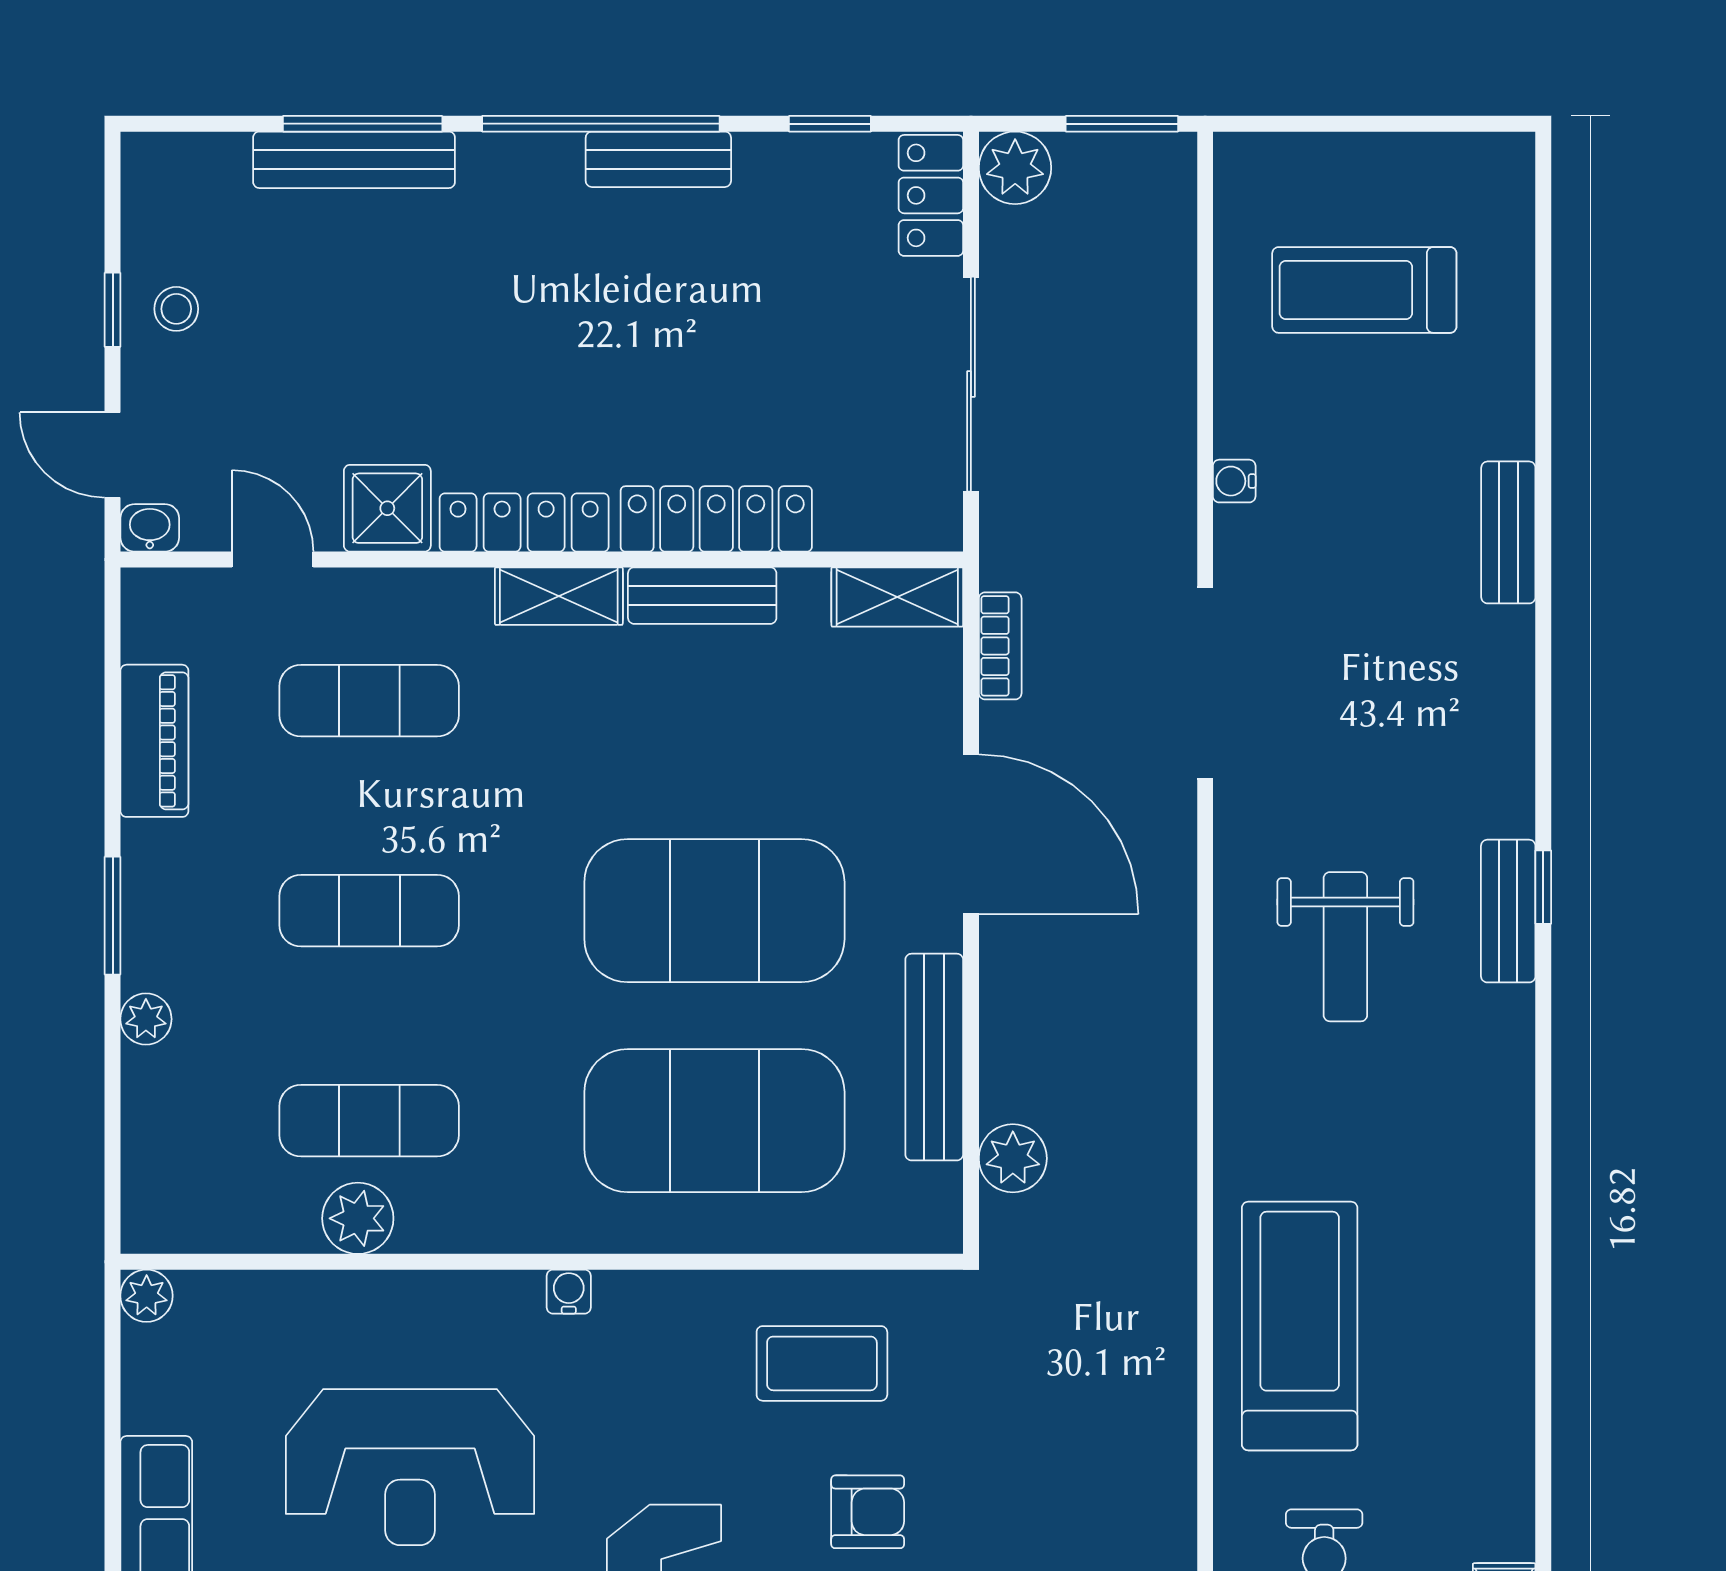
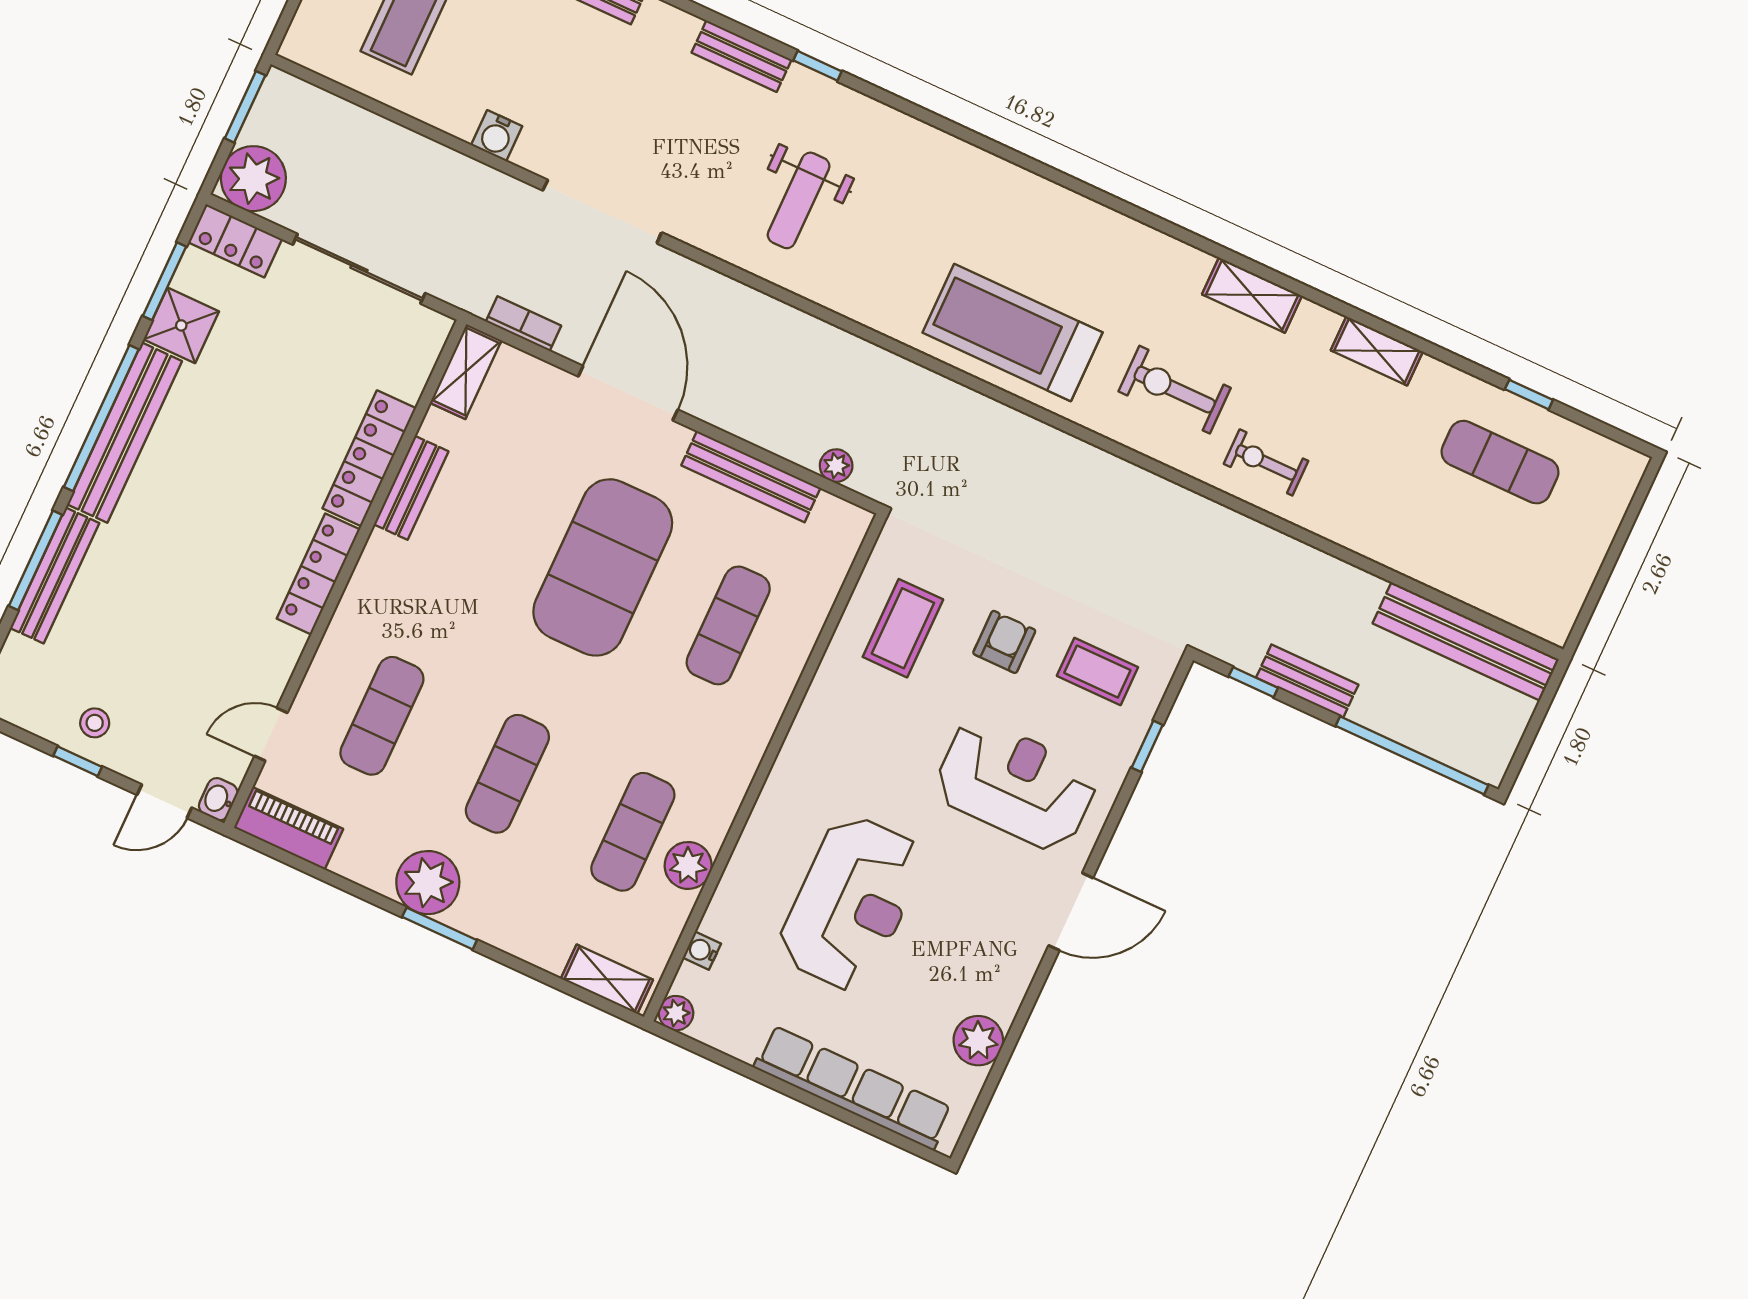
window: (830, 124) -> (165, 281), width x1.50
bench: (658, 159) -> (125, 433), width x1.86, depth x1.21
plant: (1015, 168) -> (253, 179), width x1.36, depth x1.36
water cooler: (1234, 481) -> (497, 136), width x1.38, depth x1.38
shower: (387, 508) -> (181, 325), moved
shelving: (559, 596) -> (607, 979), moved, turned 90
piano: (154, 741) -> (288, 828), moved
door: (971, 834) -> (628, 393), hinge flipped
bench: (1508, 911) -> (742, 56), moved
weight bench: (1345, 947) -> (799, 200), turned 90
plant: (146, 1019) -> (428, 883), moved, width x1.87, depth x1.87
exercise mat: (714, 1121) -> (728, 625), width x0.50, depth x0.69
plant: (1013, 1158) -> (836, 466), width x0.73, depth x0.73
water cooler: (569, 1292) -> (702, 951), moved

